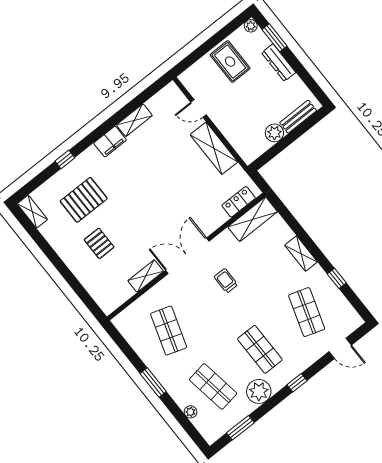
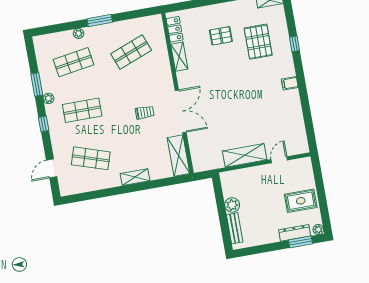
dresser: (279, 63) -> (295, 233), moved
shelving: (134, 120) -> (296, 109), removed
filing cabinet: (110, 142) -> (290, 83), width x0.50
locker: (239, 202) -> (175, 29), moved
double door: (187, 256) -> (181, 111), moved
window: (337, 278) -> (103, 193), removed
shop shelf: (169, 331) -> (131, 52), turned -39
plant: (259, 391) -> (48, 98), width x0.53, depth x0.53
plant: (190, 412) -> (79, 33), moved
window: (240, 428) -> (37, 84), moved

